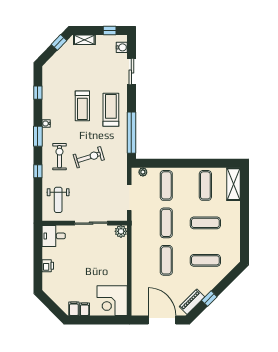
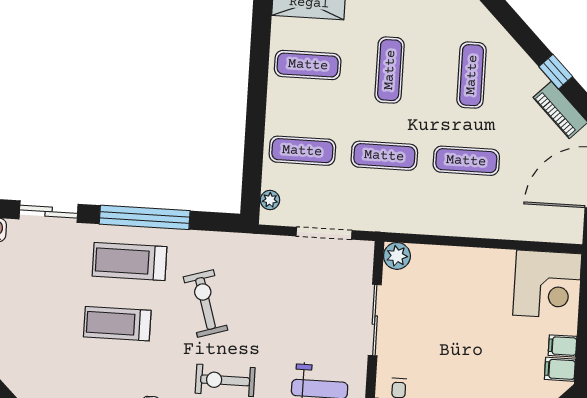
treadmill: (82, 106) -> (117, 324), turned 180
window: (131, 133) -> (145, 217), moved
exercise bike: (89, 157) -> (206, 303), moved

